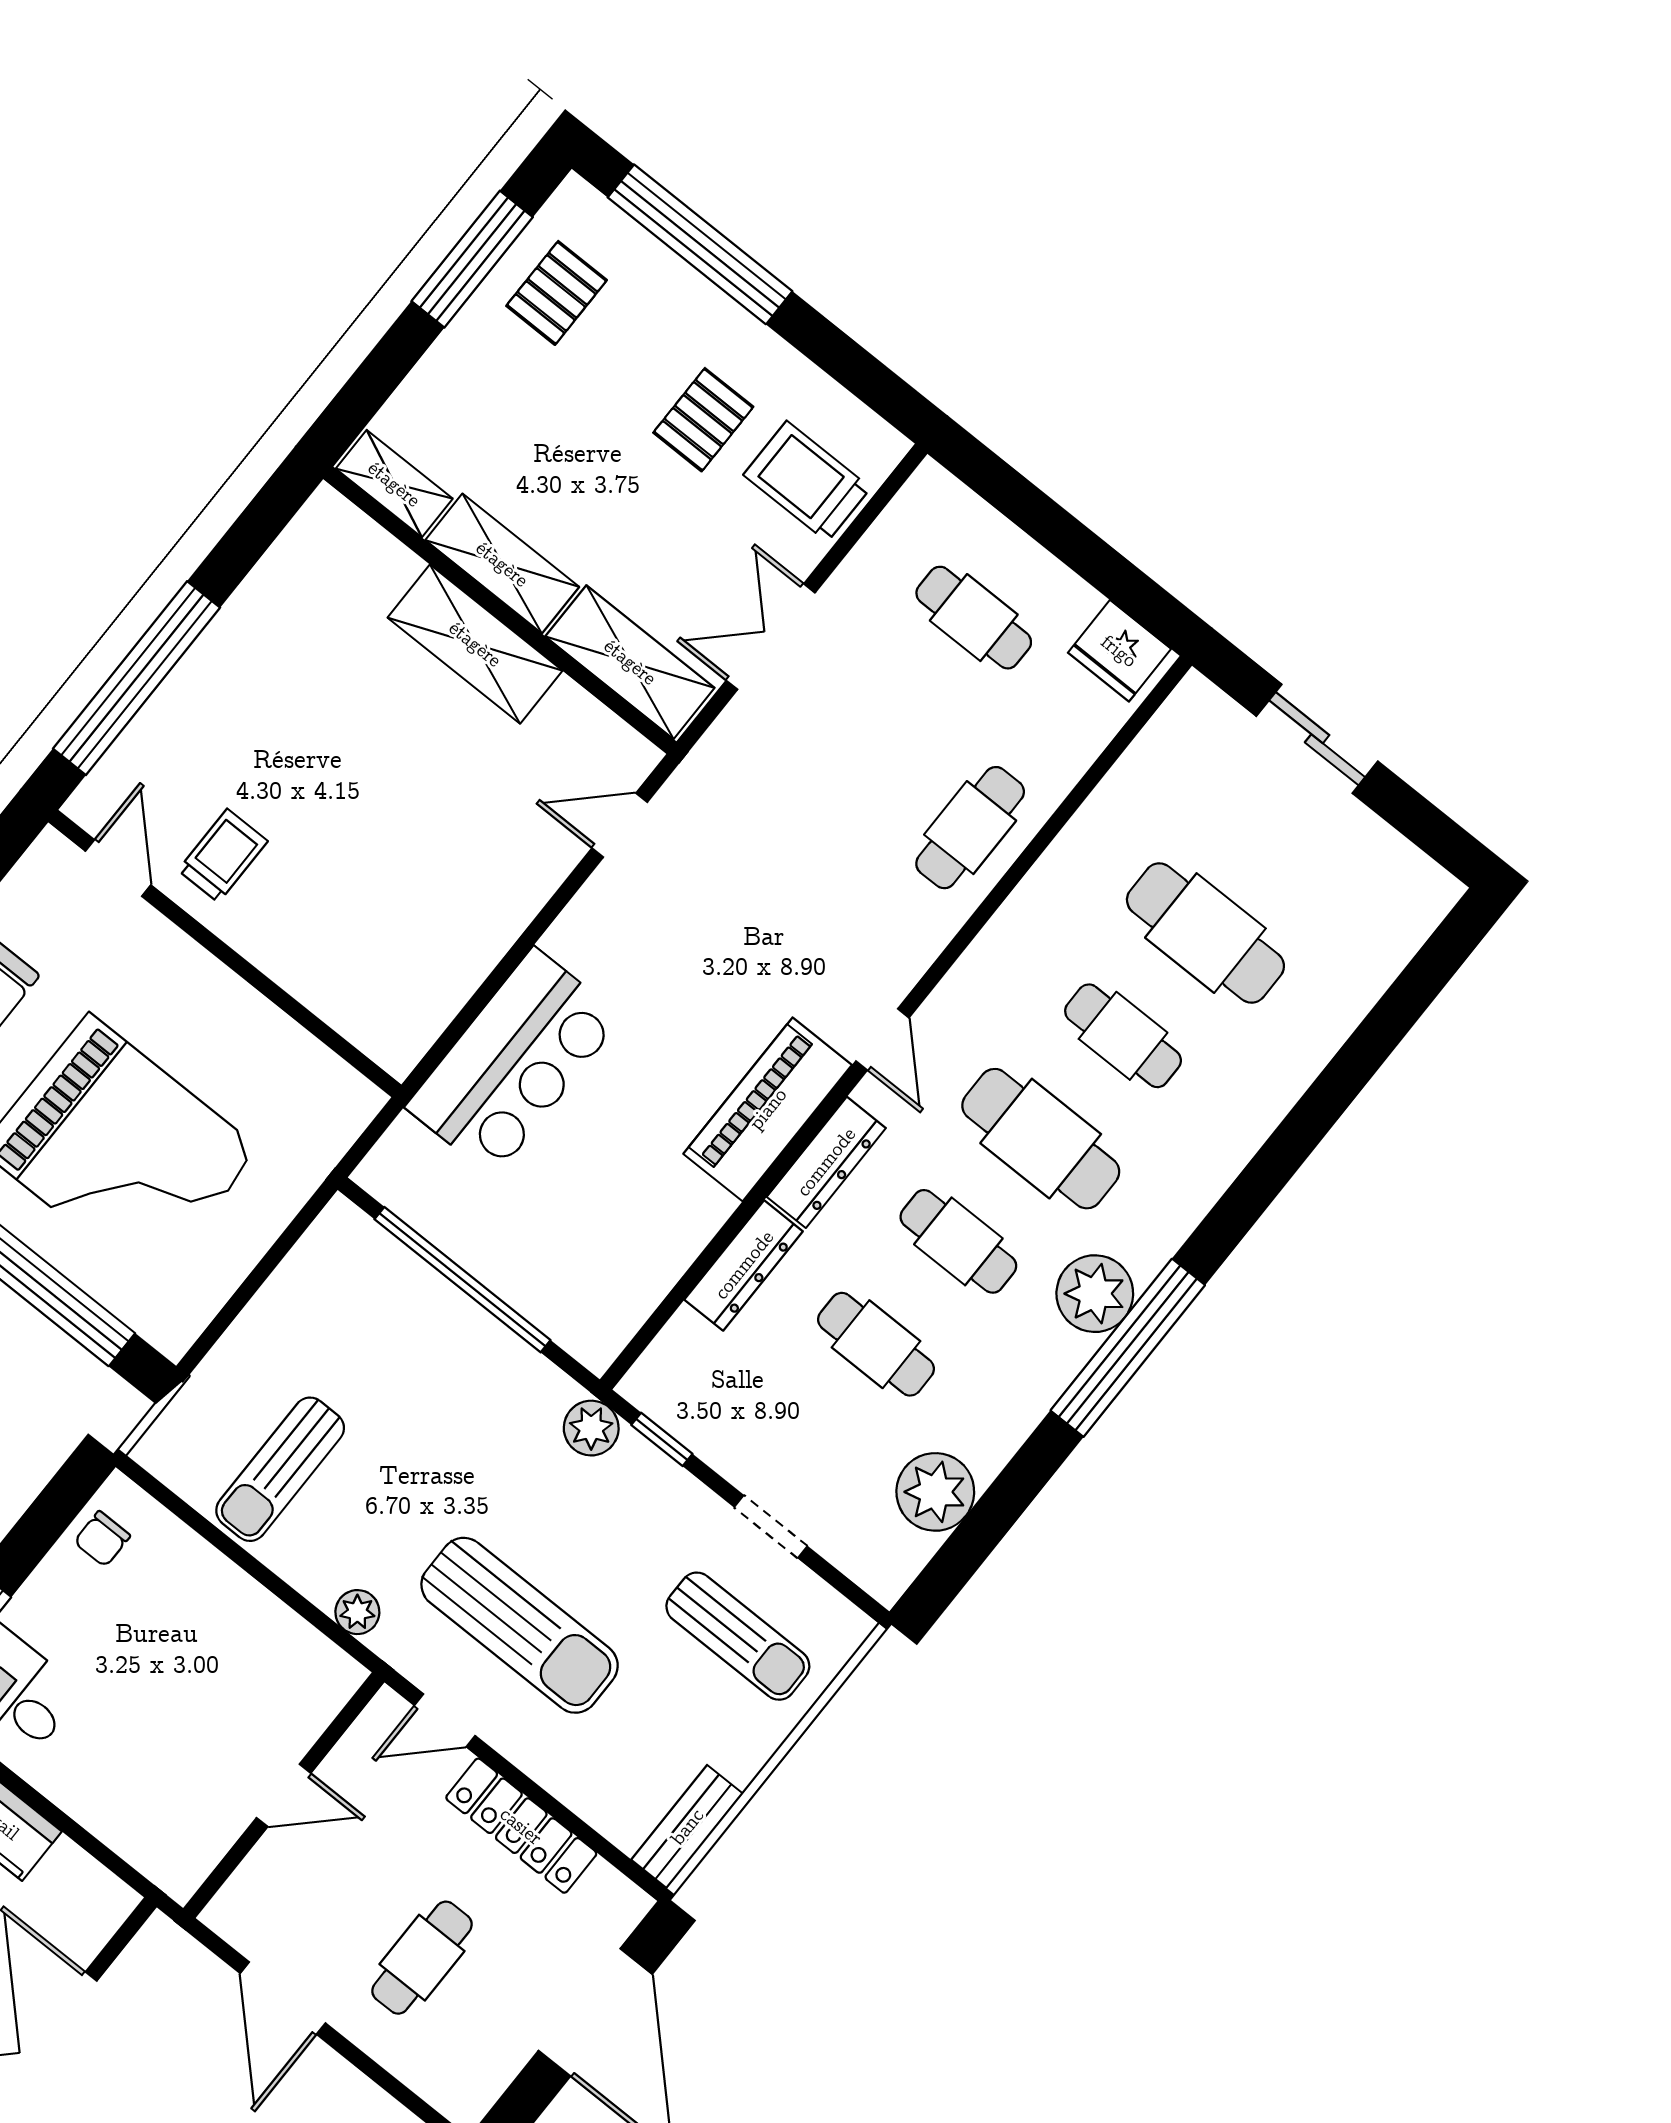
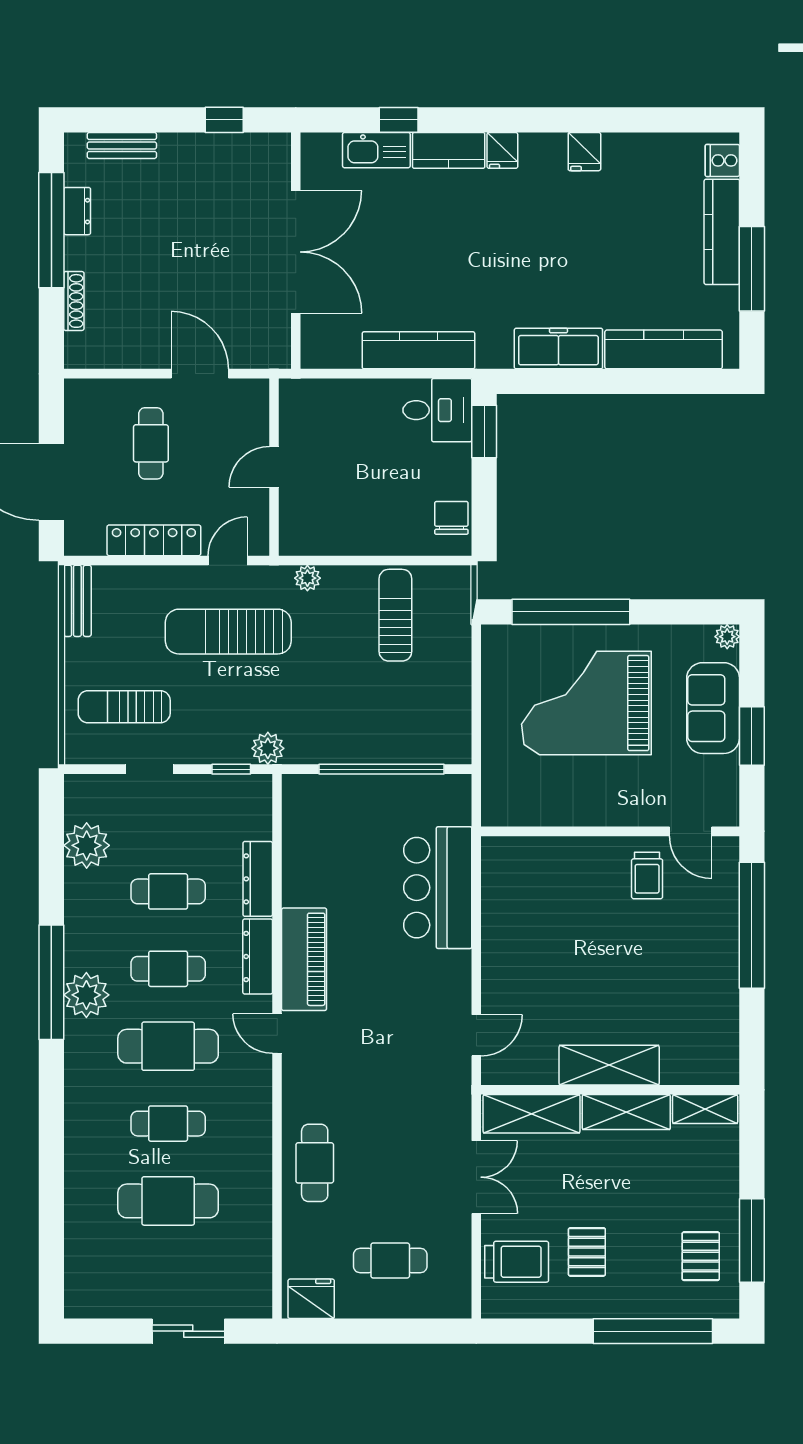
chair: (102, 1539) -> (451, 518), width x1.37, depth x1.37

